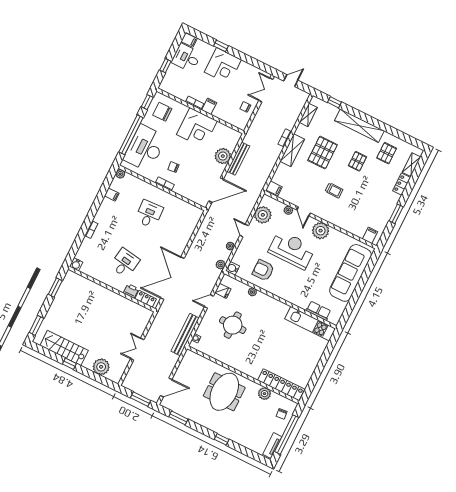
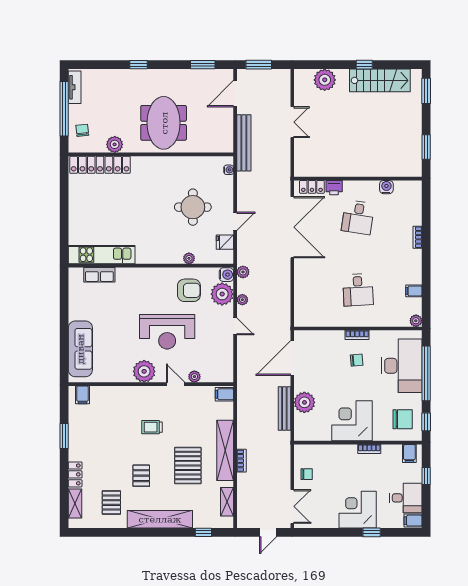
filing cabinet: (209, 106) -> (409, 453), moved
shelving: (292, 150) -> (225, 450), width x1.47
plant: (263, 215) -> (222, 294), moved
water cooler: (76, 264) -> (386, 187), moved
sofa: (350, 273) -> (80, 349), width x0.74, depth x0.79
bench: (185, 335) -> (244, 143), moved

